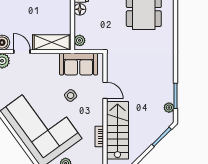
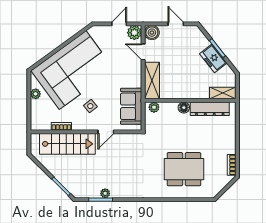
door: (22, 52) -> (143, 52), swing flipped
side table: (71, 96) -> (90, 106), moved
plant: (169, 108) -> (105, 193), moved

